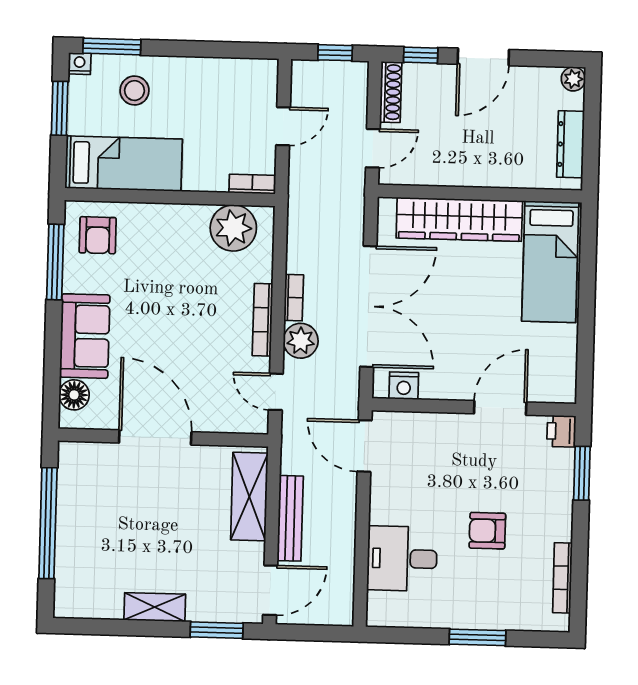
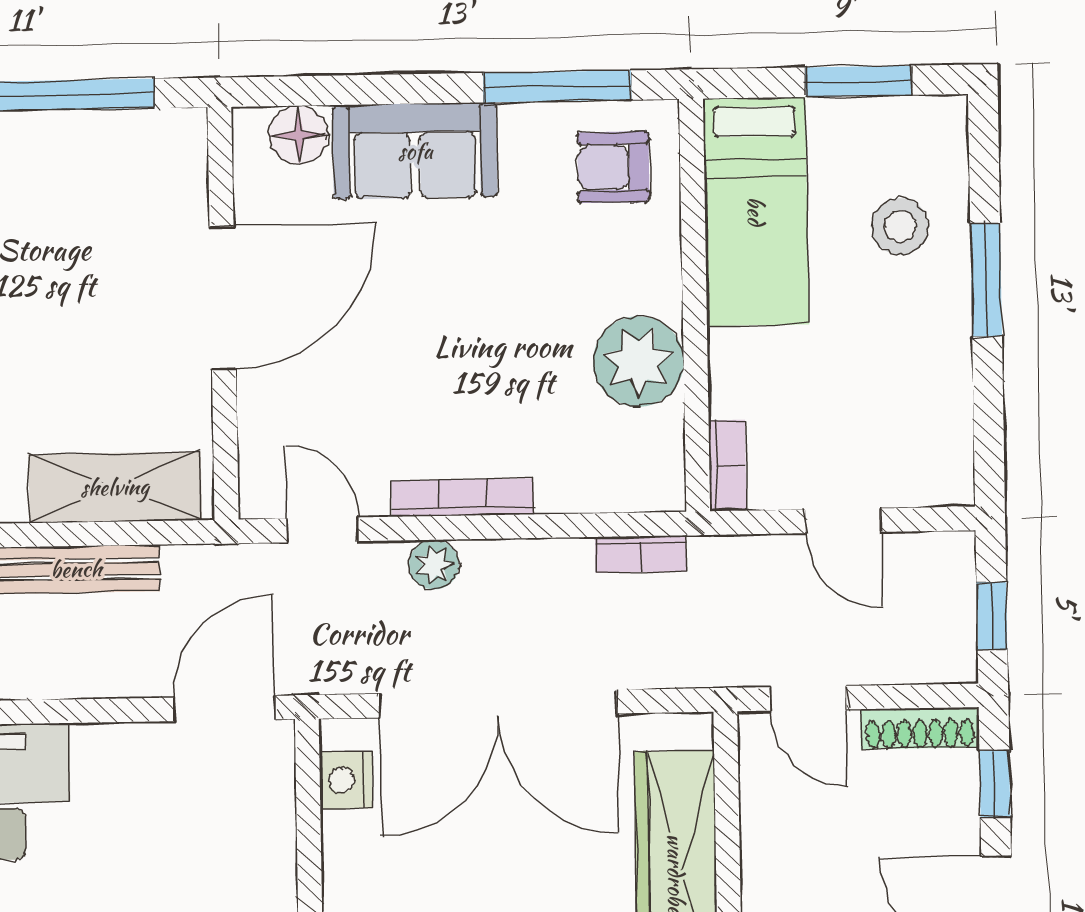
window: (112, 47) -> (986, 280), moved
nightstand: (80, 64) -> (948, 116), removed
plant: (233, 228) -> (638, 361), moved
bookcase: (294, 298) -> (641, 554), moved
plant: (301, 341) -> (434, 565), width x0.73, depth x0.73
door: (276, 392) -> (323, 530), hinge flipped

